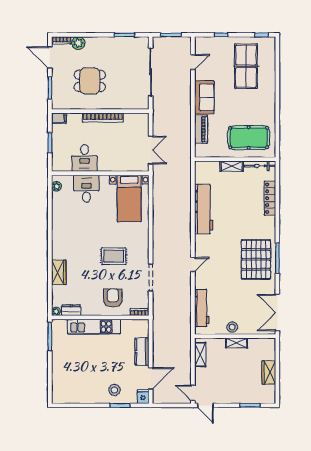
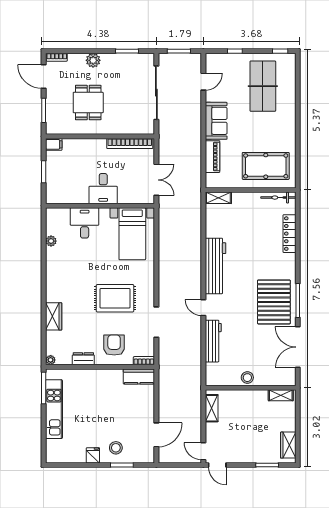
plant: (78, 43) -> (93, 60), moved
dining table: (90, 81) -> (88, 103), turned 90
bookcase: (103, 118) -> (130, 143), moved
desk: (85, 158) -> (103, 189), moved
shelving: (232, 166) -> (218, 198), moved
plant: (56, 186) -> (51, 241), moved
workbench: (204, 209) -> (216, 266), moved
rug: (114, 256) -> (115, 298), width x1.36, depth x1.43
door: (193, 264) -> (203, 308), swing flipped
workbench: (202, 308) -> (213, 341), moved
dresser: (71, 310) -> (83, 359), moved
double door: (277, 313) -> (298, 347), moved
kitchen unit: (94, 327) -> (54, 409), moved, turned -90
shelving: (237, 343) -> (281, 395), moved
kitchen counter: (142, 352) -> (139, 376), moved, turned -90
wardrobe: (269, 373) -> (288, 445), moved
fridge: (143, 397) -> (93, 455), moved

